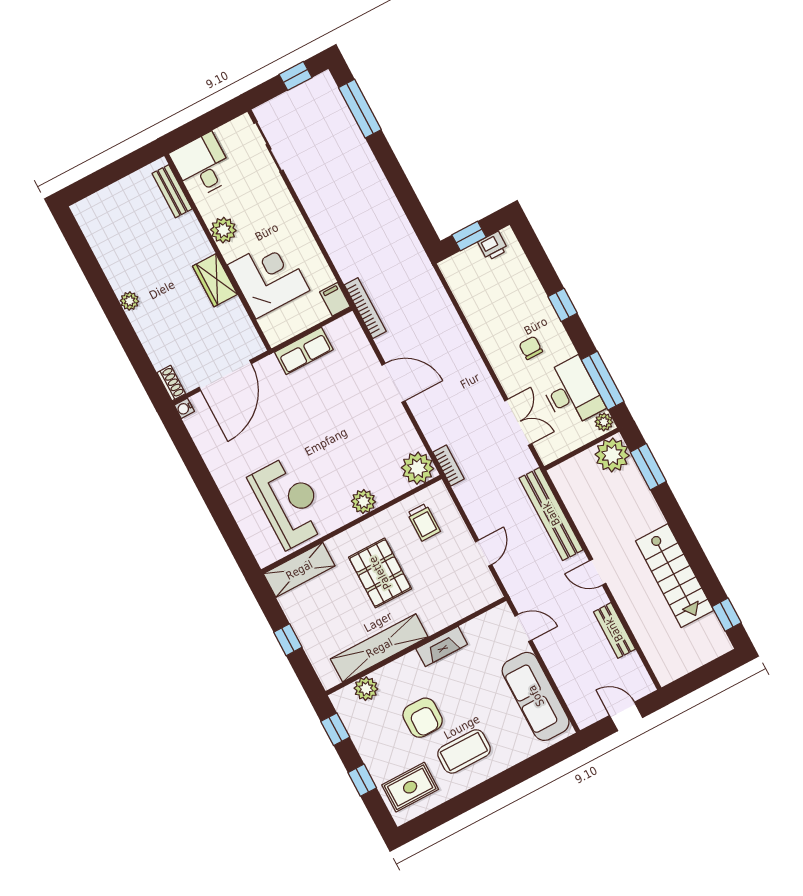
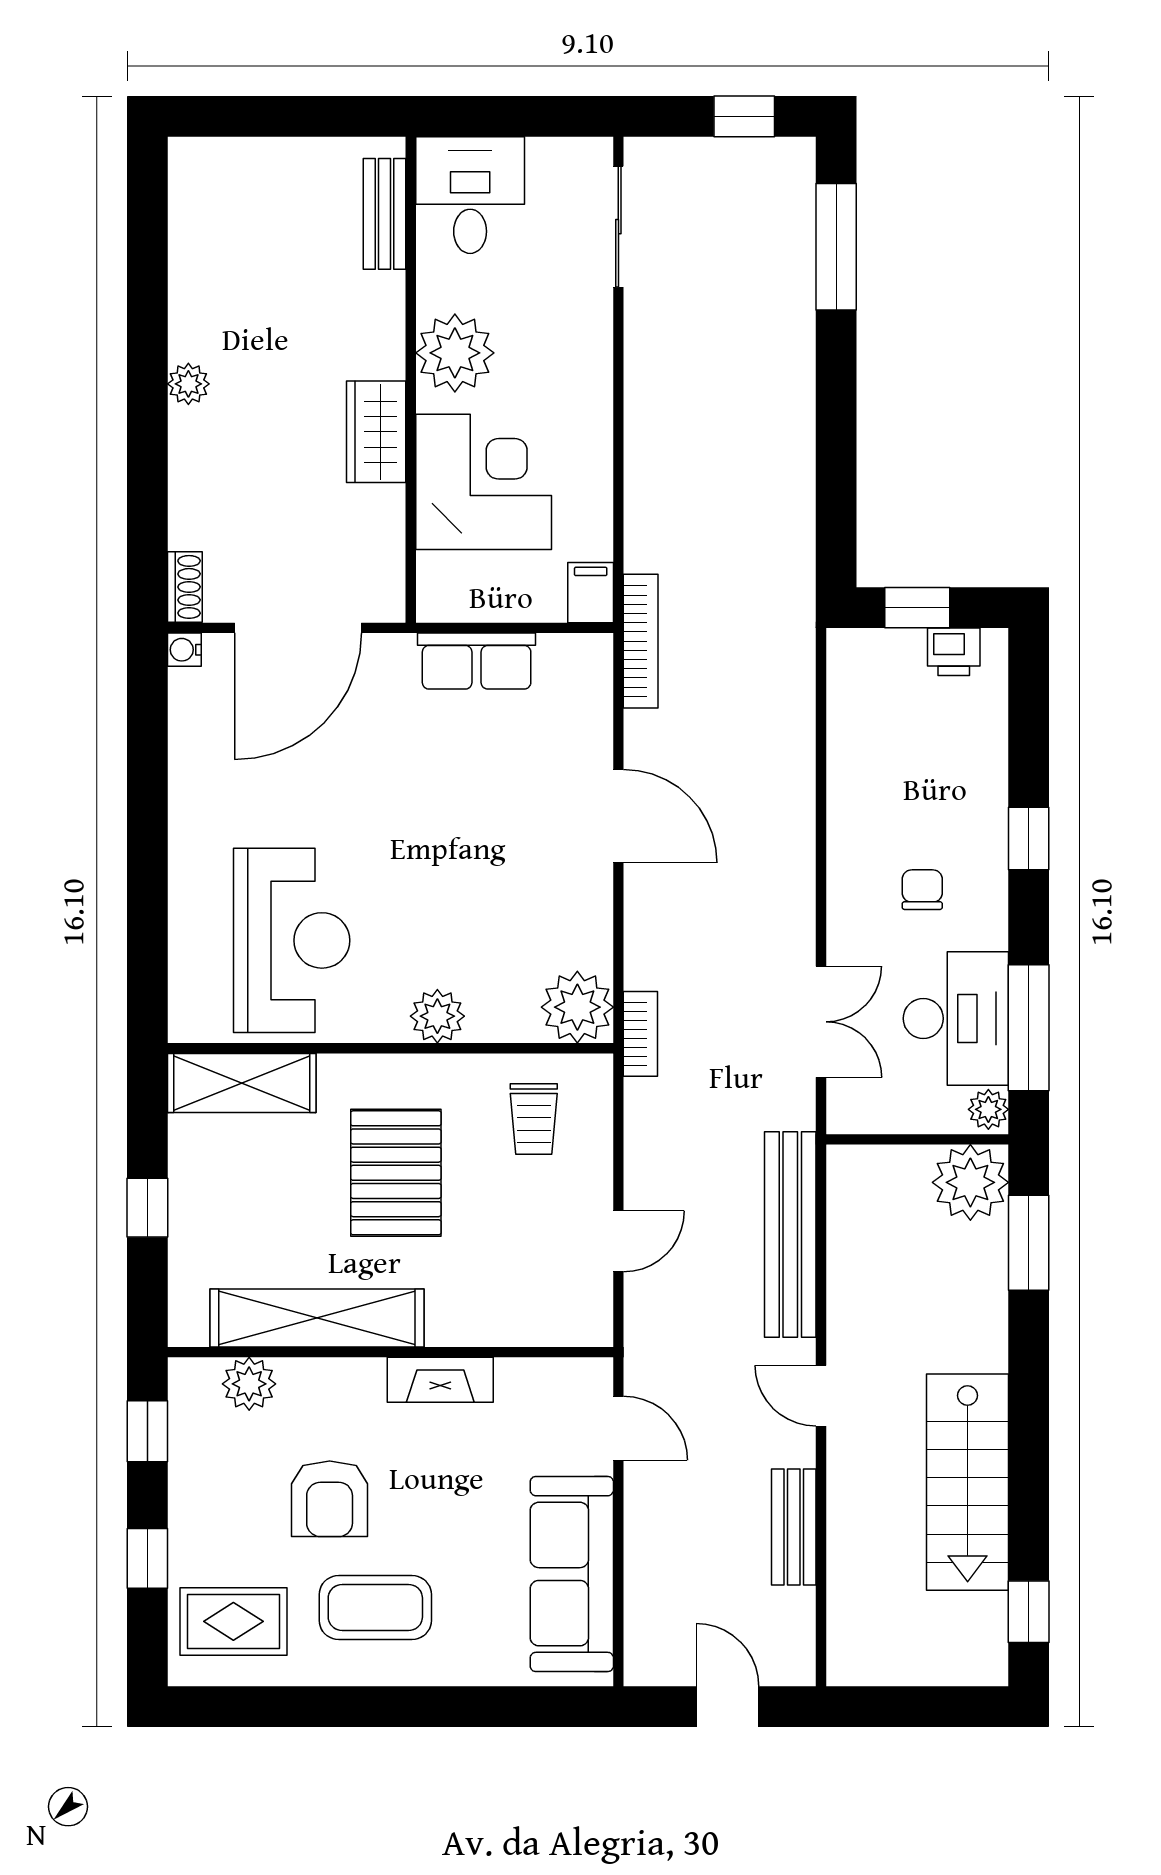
plant: (223, 230) -> (455, 353), width x1.36, depth x1.36

